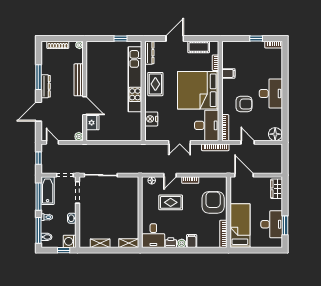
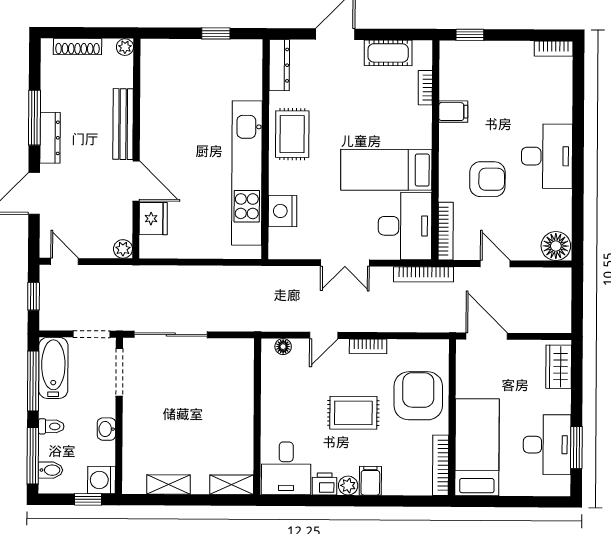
window: (256, 39) -> (470, 35), moved
kitchen unit: (135, 79) -> (247, 173), moved
bed: (198, 90) -> (386, 170), width x0.49
rug: (171, 202) -> (353, 413), moved

